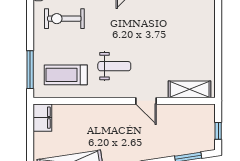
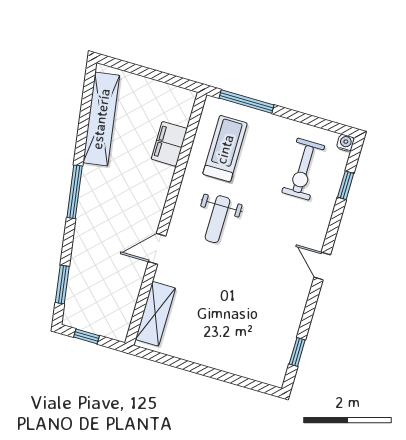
exercise bike: (64, 19) -> (303, 169), turned 180
filing cabinet: (42, 118) -> (169, 144), moved, turned 90

